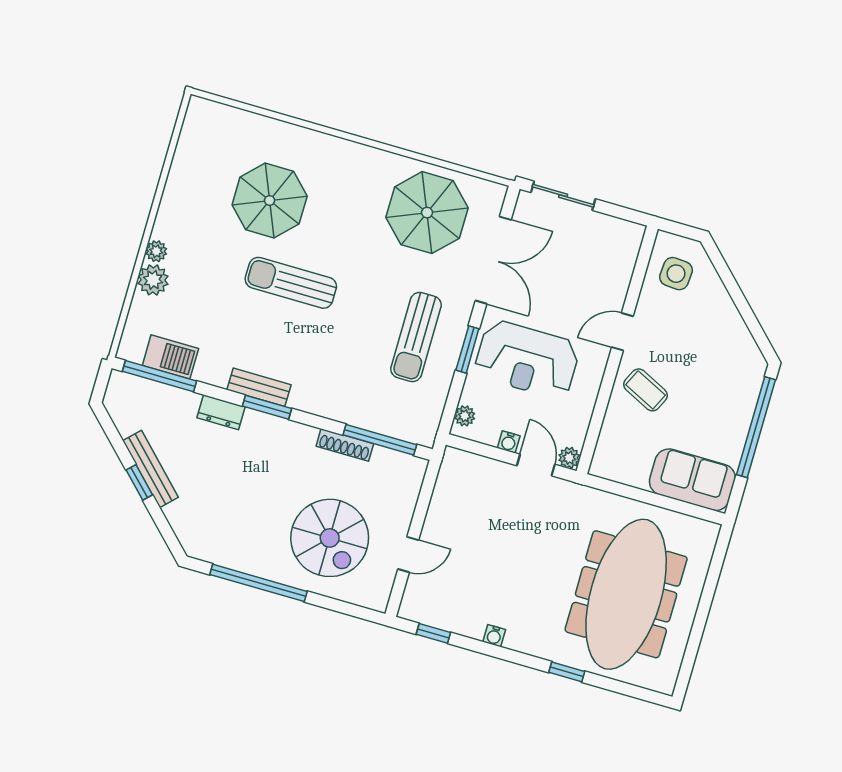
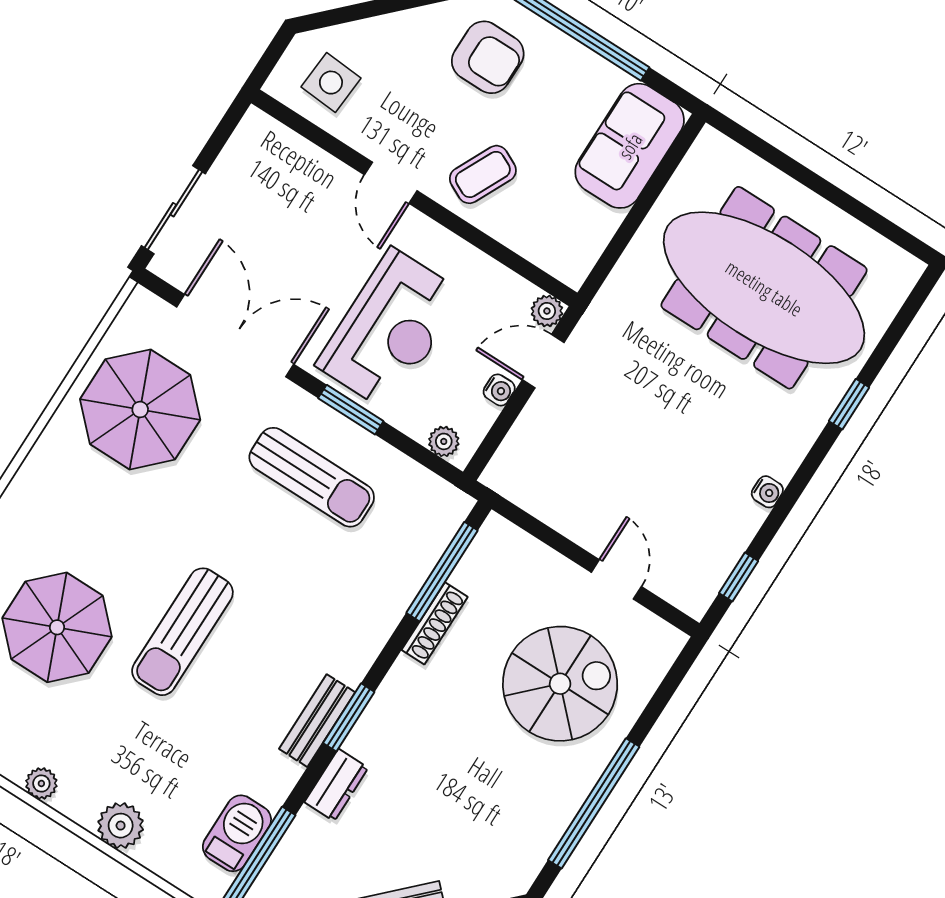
plant: (156, 251) -> (41, 783), moved
armchair: (723, 371) -> (488, 57), added

